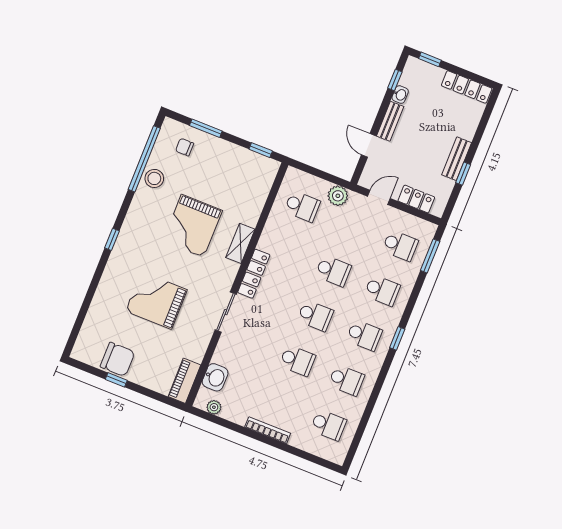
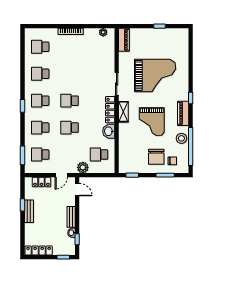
door: (369, 145) -> (77, 190), moved
piano: (135, 219) -> (183, 113), added
grand piano: (193, 226) -> (152, 122), turned 180
shelving: (240, 243) -> (123, 112), moved
grand piano: (156, 300) -> (155, 76), width x1.37, depth x1.48
chair: (118, 359) -> (156, 157), moved, turned -90
school desk: (297, 361) -> (70, 74), removed
washbasin: (215, 377) -> (109, 131), moved

